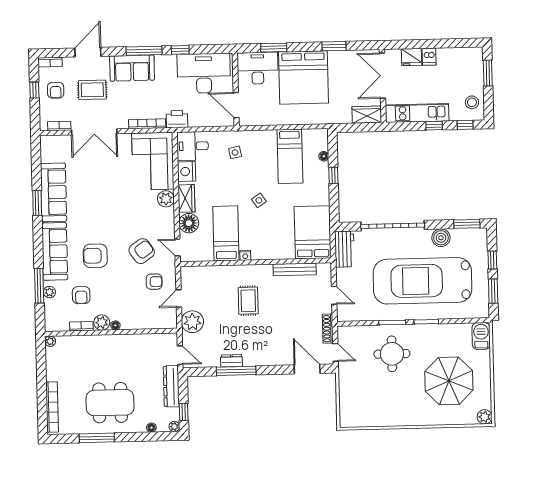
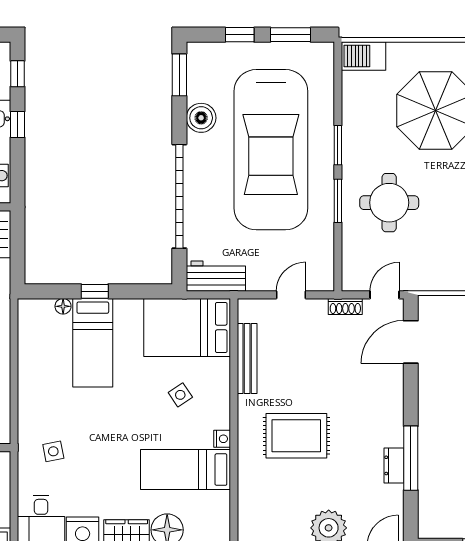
bed: (290, 156) -> (93, 343), moved, turned 90
side table: (259, 200) -> (180, 395), moved
rug: (248, 301) -> (296, 436), width x1.36, depth x1.43
shoe rack: (328, 329) -> (345, 307), width x0.70

